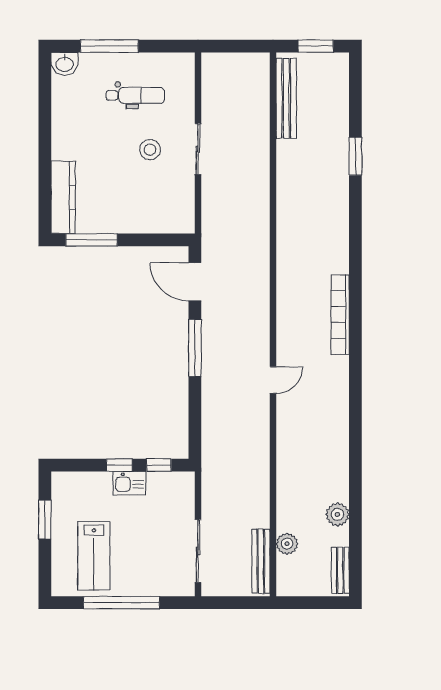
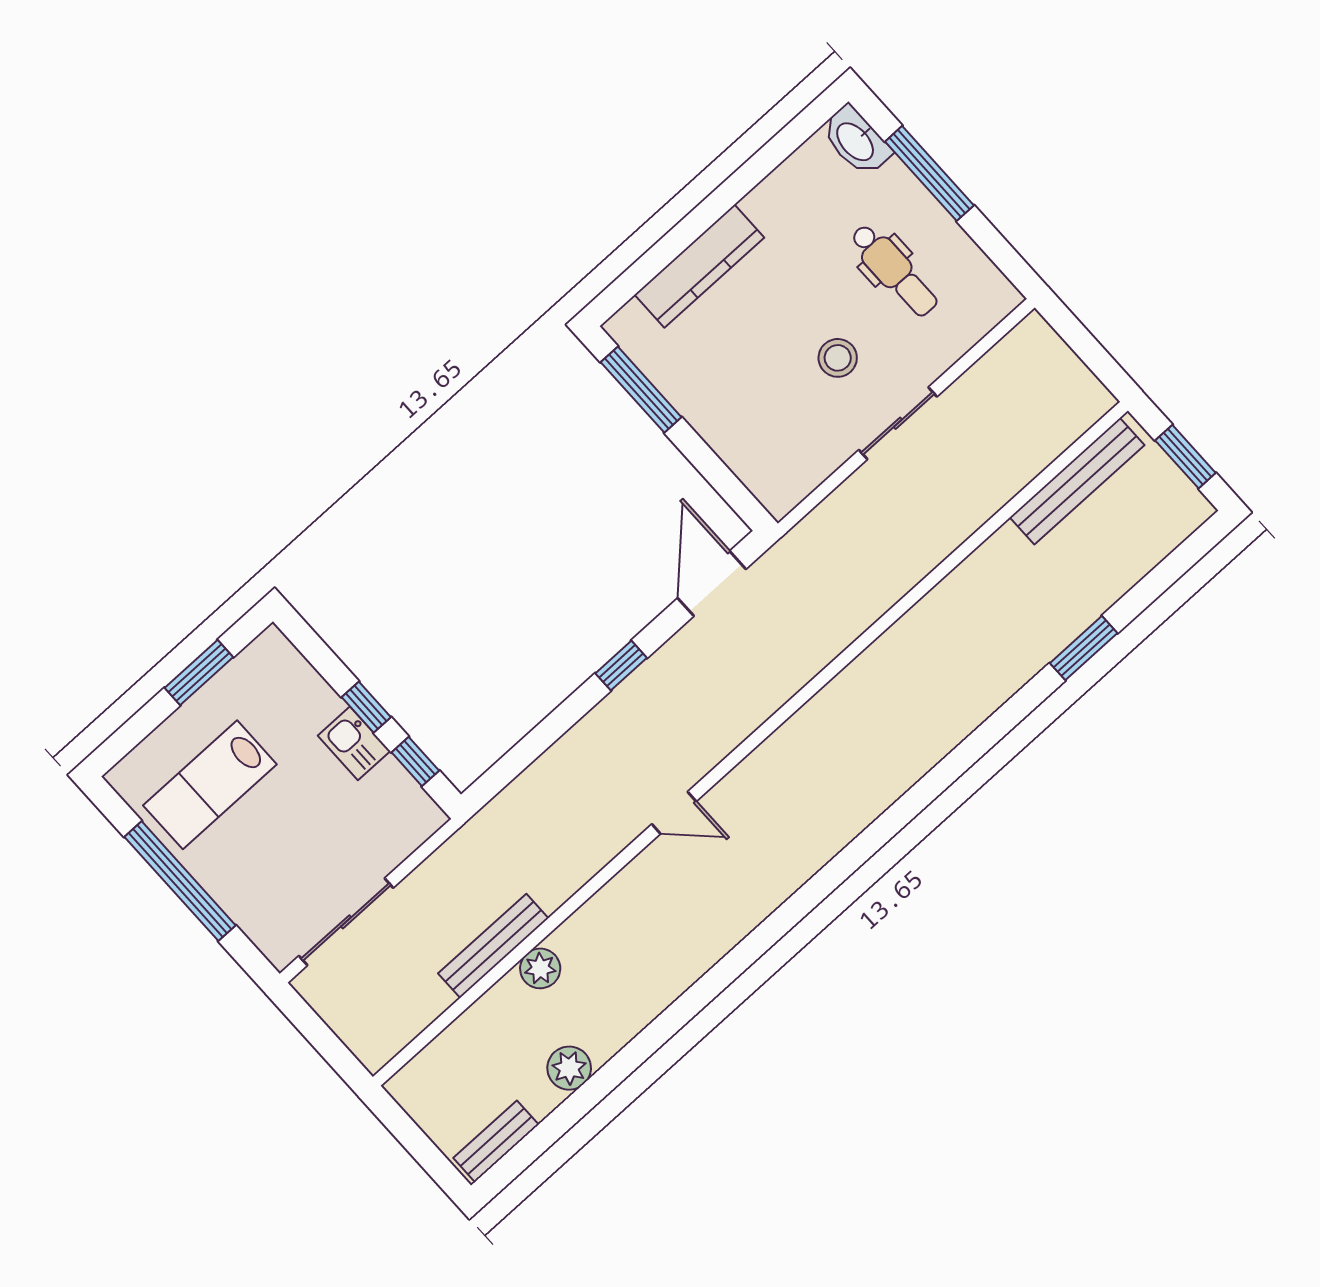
washbasin: (65, 64) -> (856, 141), width x1.38
kitchen counter: (63, 197) -> (699, 266), moved
bookcase: (340, 314) -> (847, 824), removed
window: (195, 348) -> (621, 666), width x0.46
plant: (287, 544) -> (540, 968), moved
bench: (261, 561) -> (493, 946), moved

